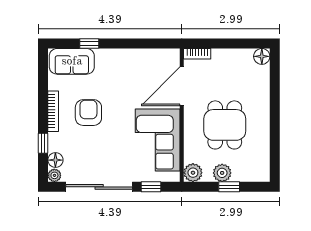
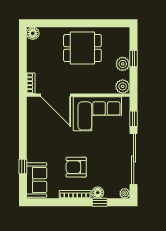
dining table: (225, 125) -> (82, 48), moved
floor lamp: (55, 160) -> (98, 193), moved

